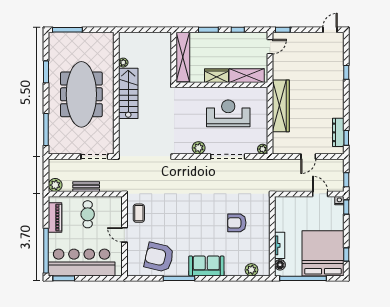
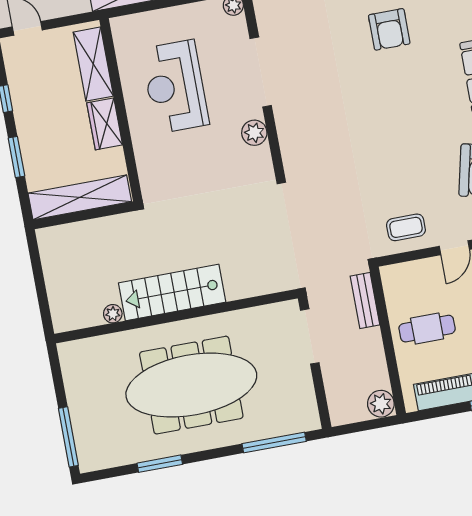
bench: (86, 187) -> (365, 301), moved

